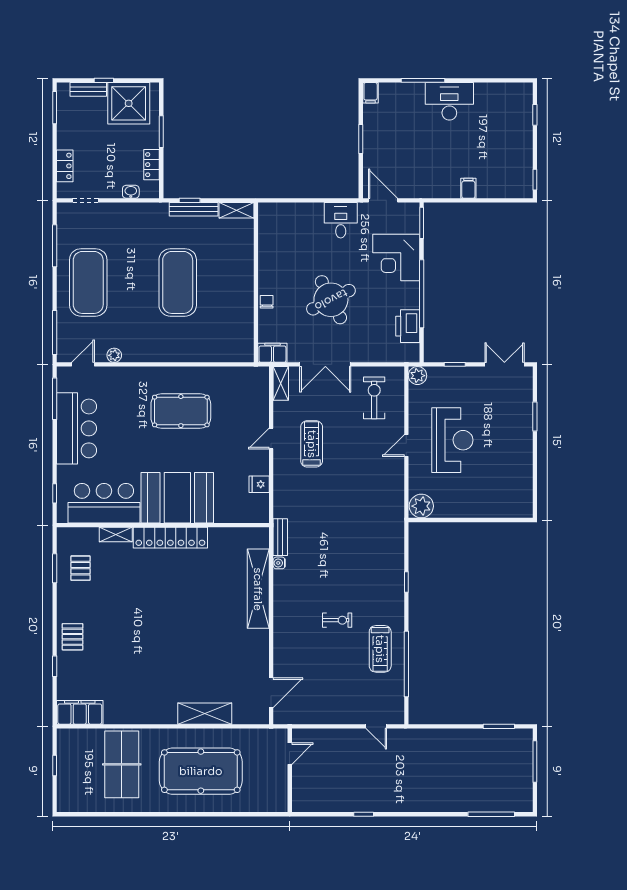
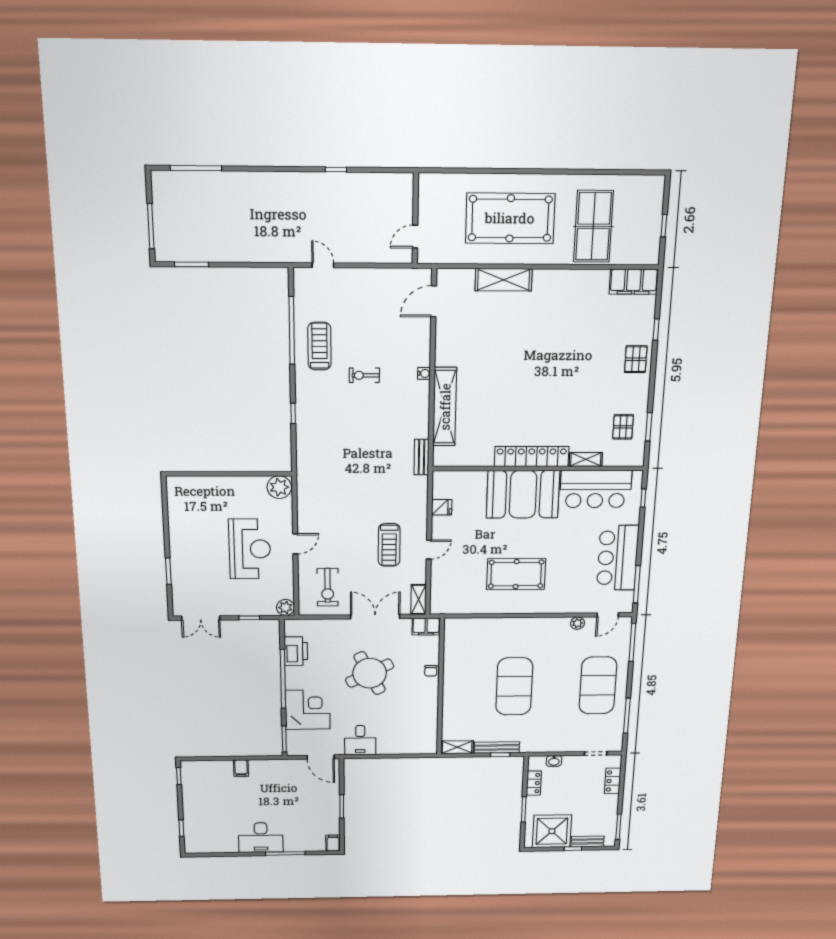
reception desk: (452, 440) -> (250, 549), turned 180
water cooler: (279, 563) -> (424, 373), moved

